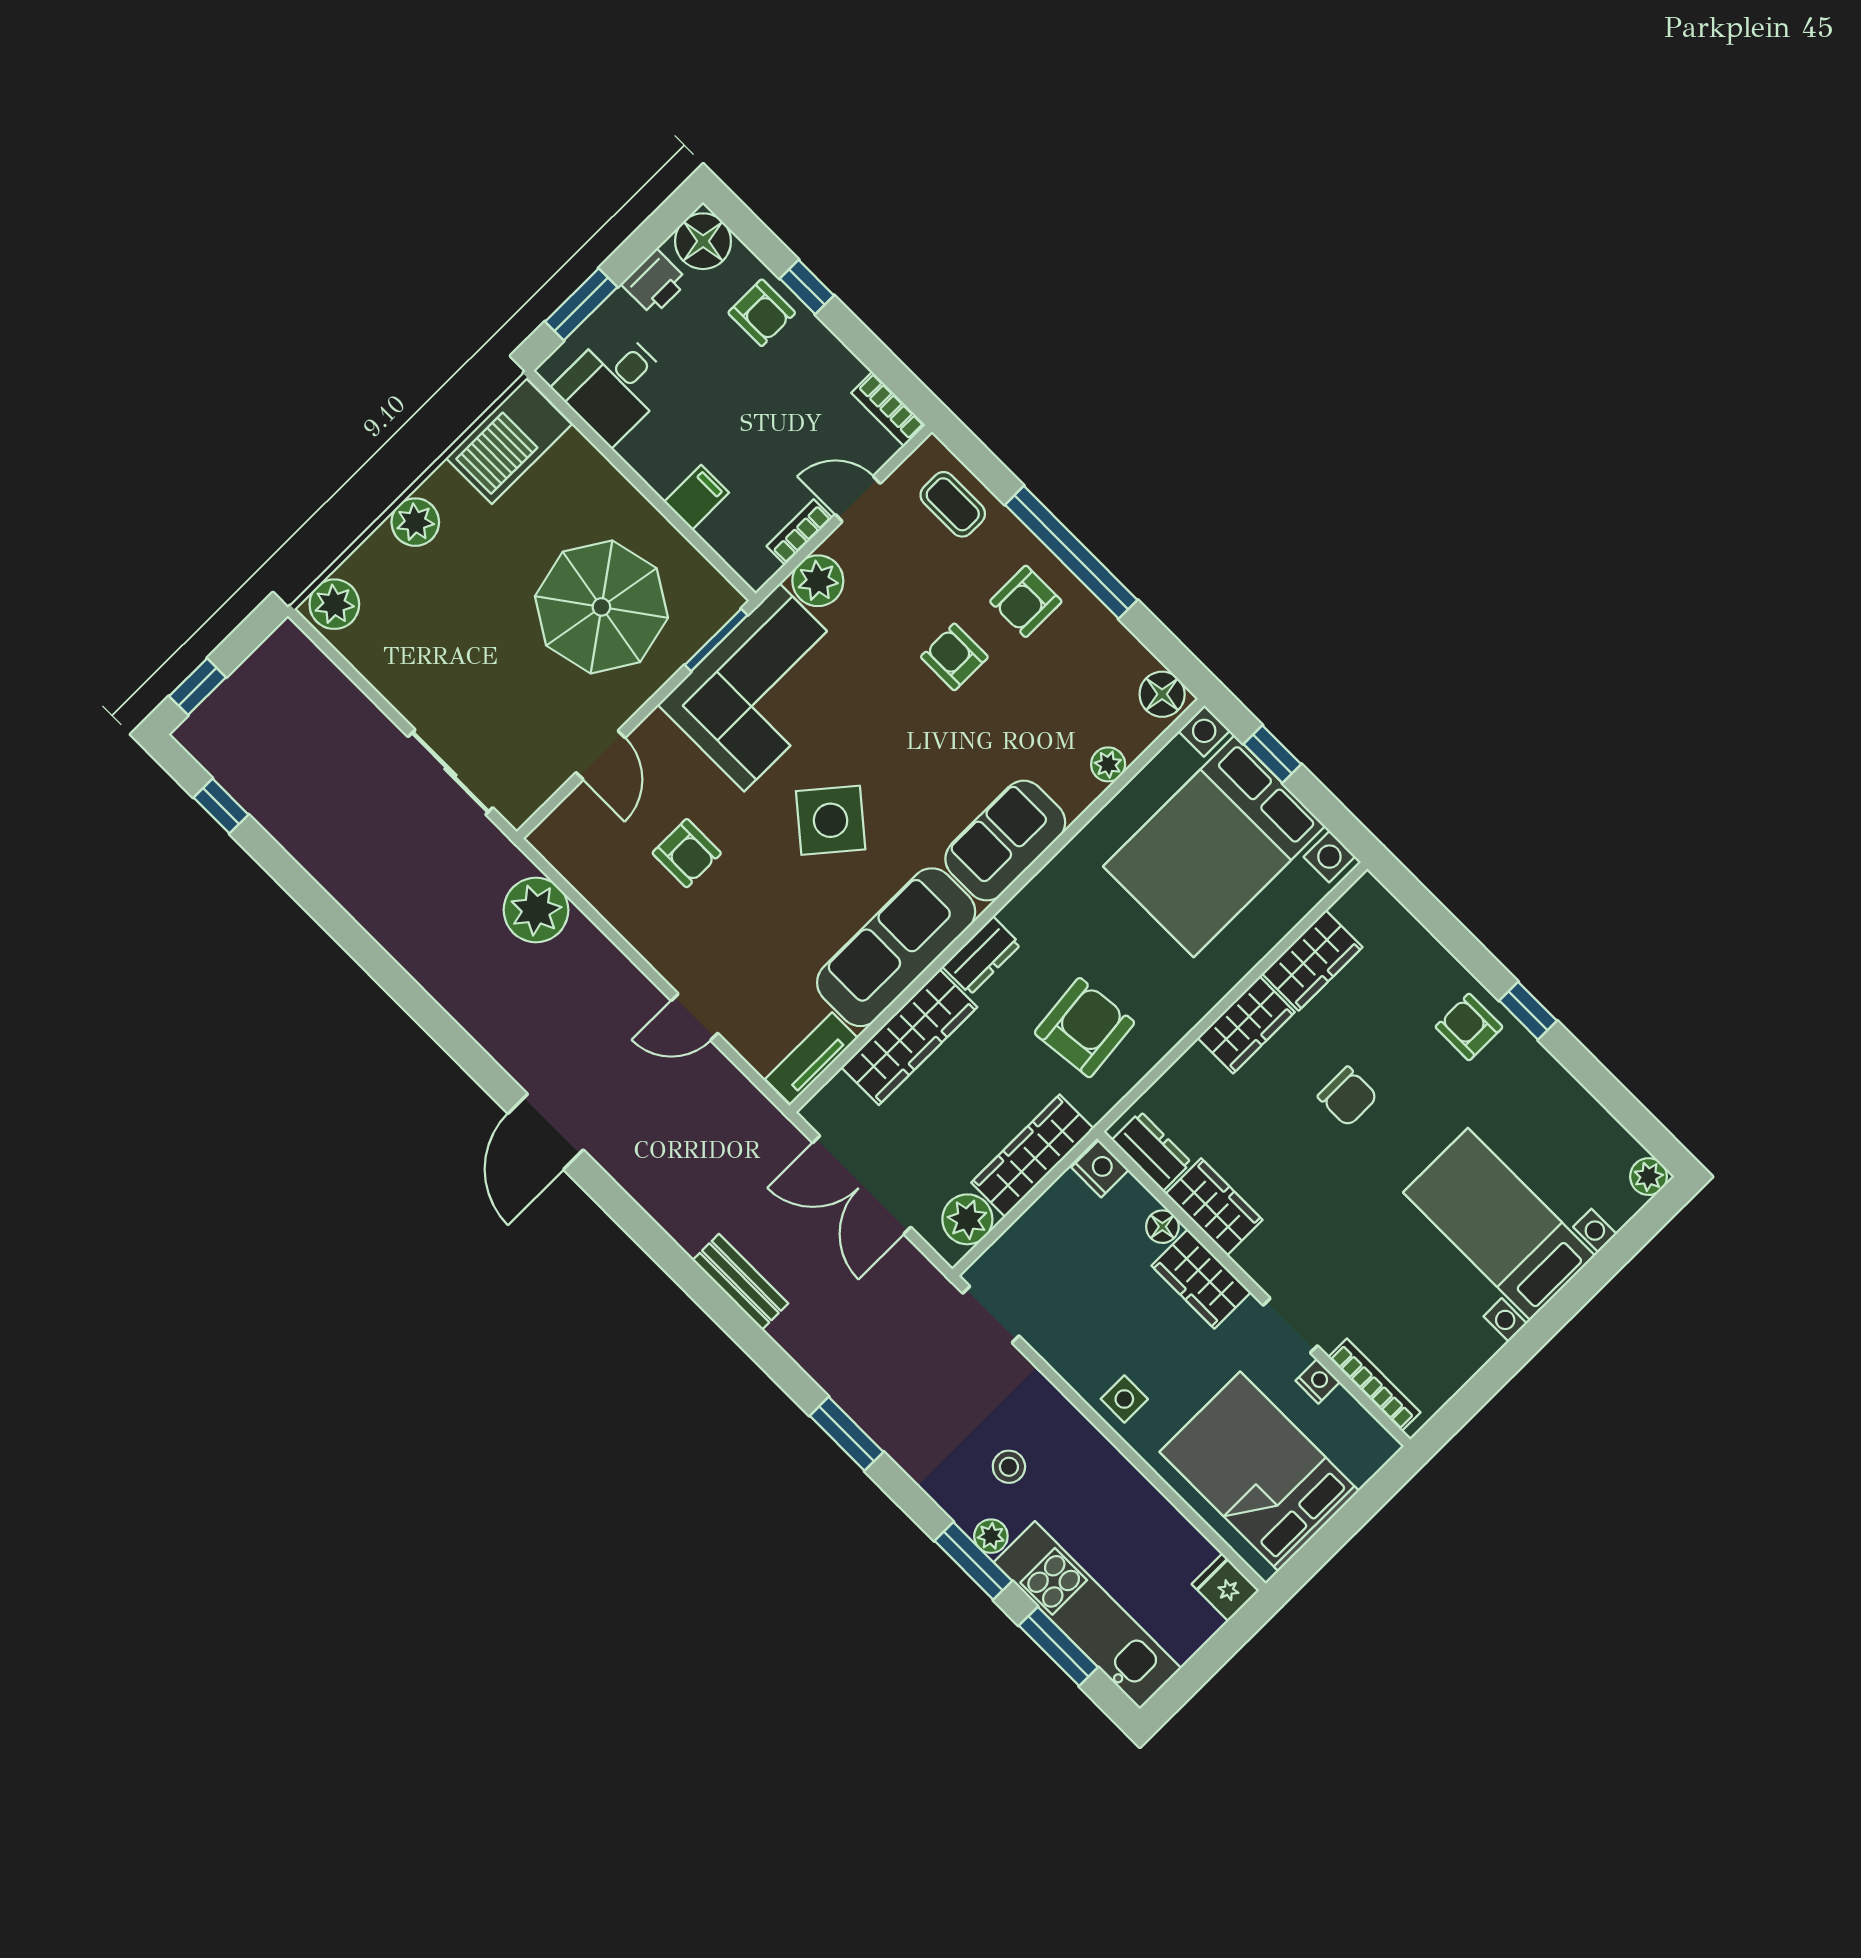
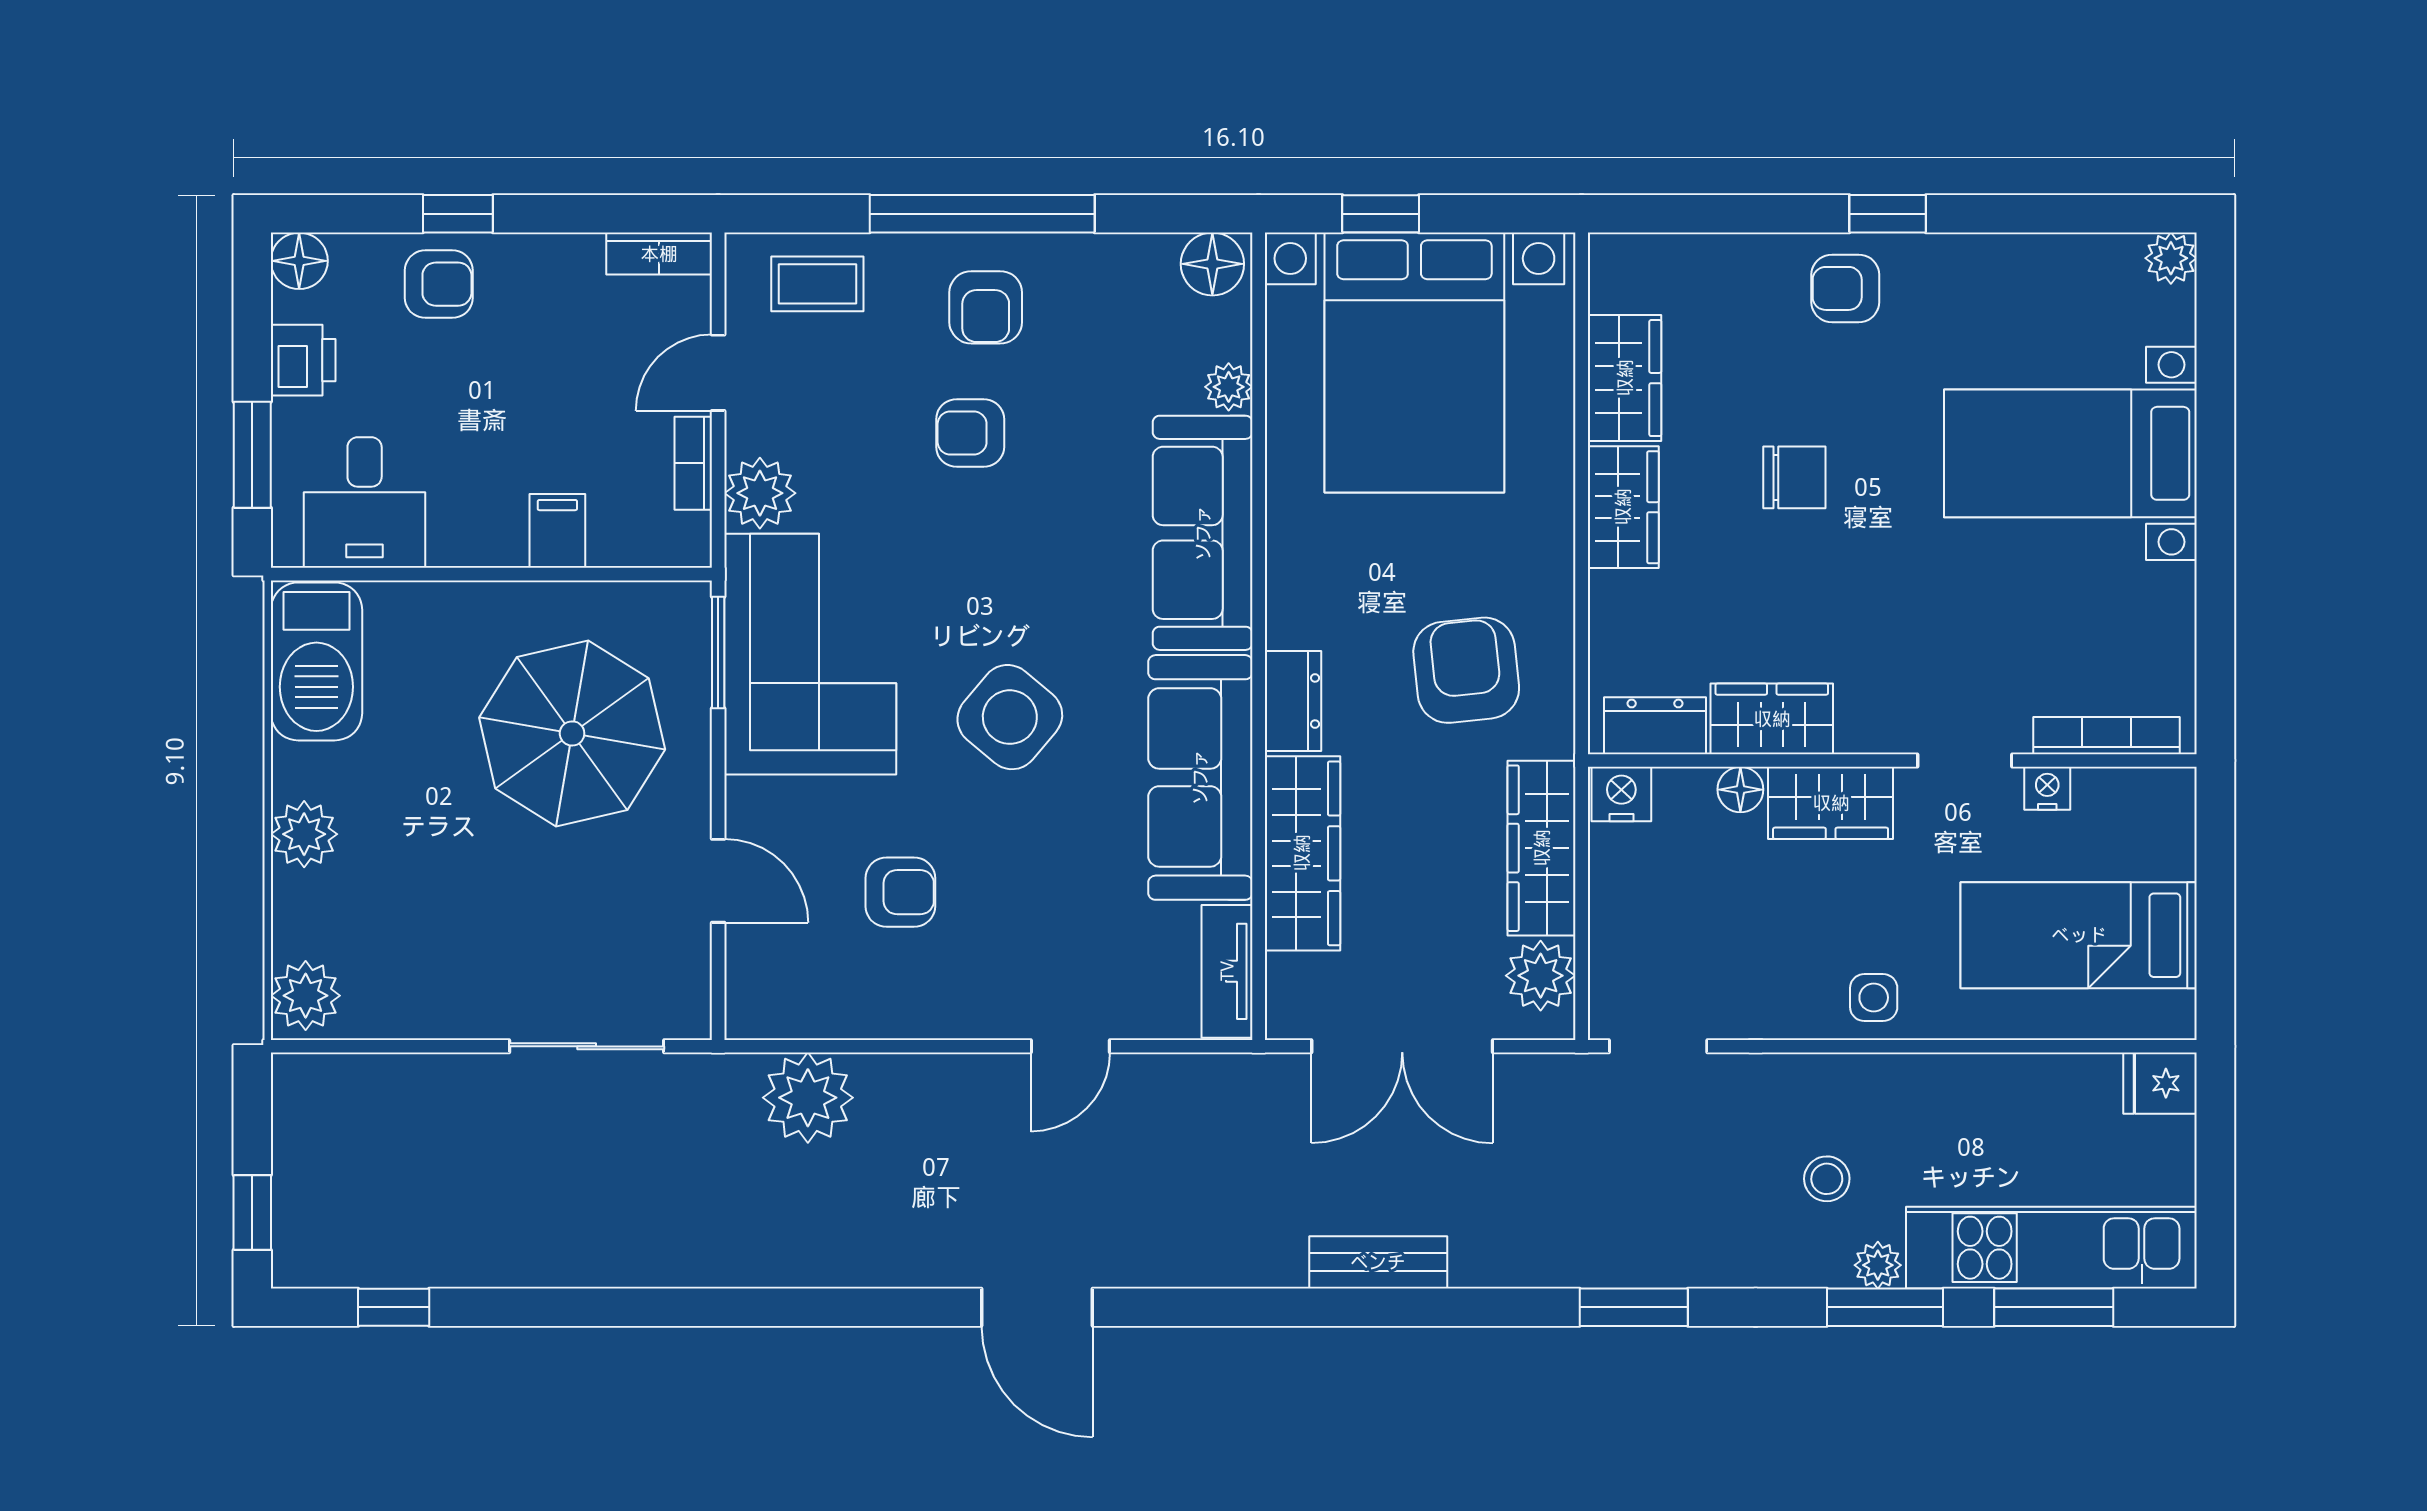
floor lamp: (703, 241) -> (299, 261), width x0.73, depth x0.73
sofa: (1005, 841) -> (1203, 533), width x1.36
bed: (1259, 1471) -> (2079, 935), width x0.67

